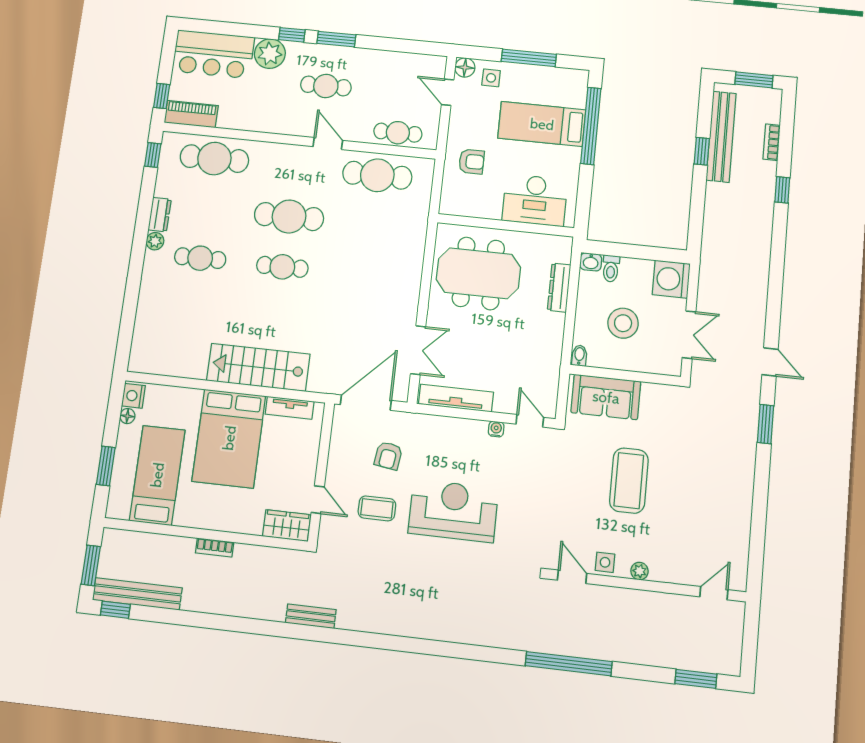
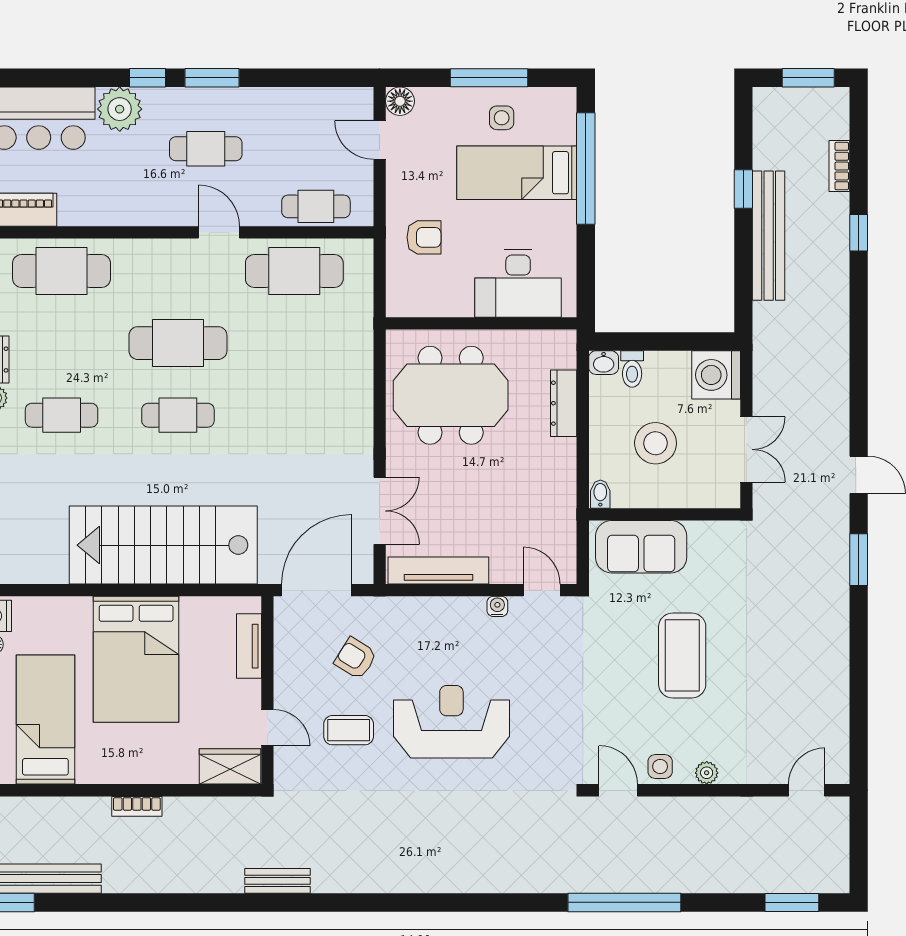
side table: (491, 78) -> (502, 118), moved
bench: (721, 137) -> (769, 236), moved
stairs: (258, 367) -> (163, 545), width x1.36, depth x1.51
tv unit: (290, 408) -> (249, 646), moved, turned 90
armchair: (388, 456) -> (356, 658), turned 114

